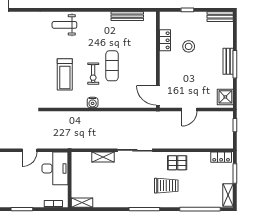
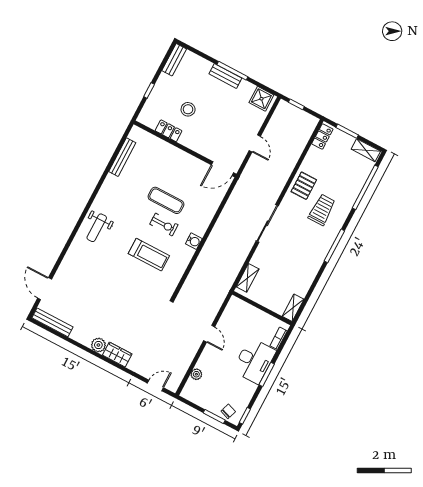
shelving: (103, 157) -> (248, 278), moved
desk: (55, 168) -> (254, 361), moved, turned 90

